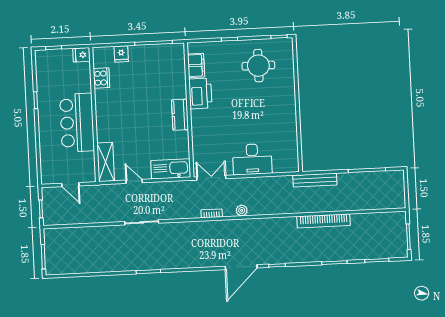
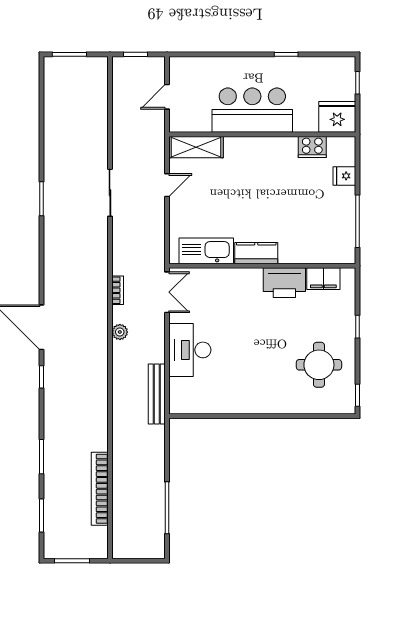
fridge: (81, 55) -> (337, 117), width x1.88, depth x1.34
kitchen sink: (171, 169) -> (206, 251), moved, turned -90
bench: (315, 180) -> (157, 394), moved
bookcase: (324, 221) -> (100, 489), moved

